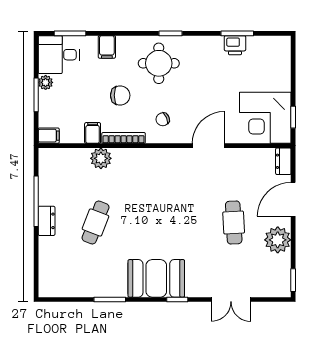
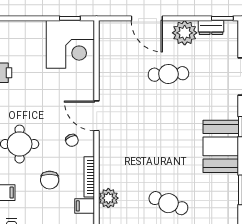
chair: (120, 95) -> (50, 180), turned 180
door: (208, 146) -> (97, 116), moved
dresser: (283, 161) -> (211, 28), moved

